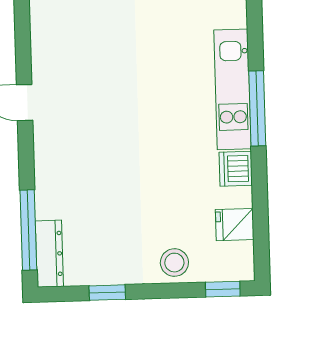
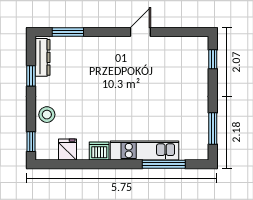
window: (257, 108) -> (164, 164), moved
window: (28, 230) -> (68, 32), width x0.69
dresser: (49, 254) -> (42, 57), moved, turned -90

